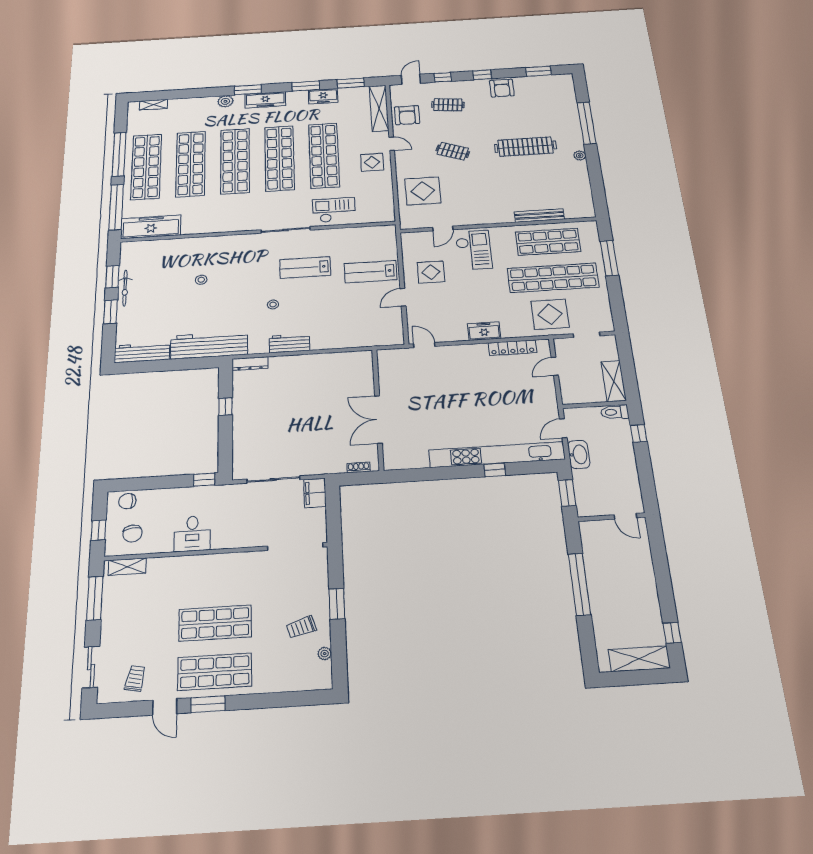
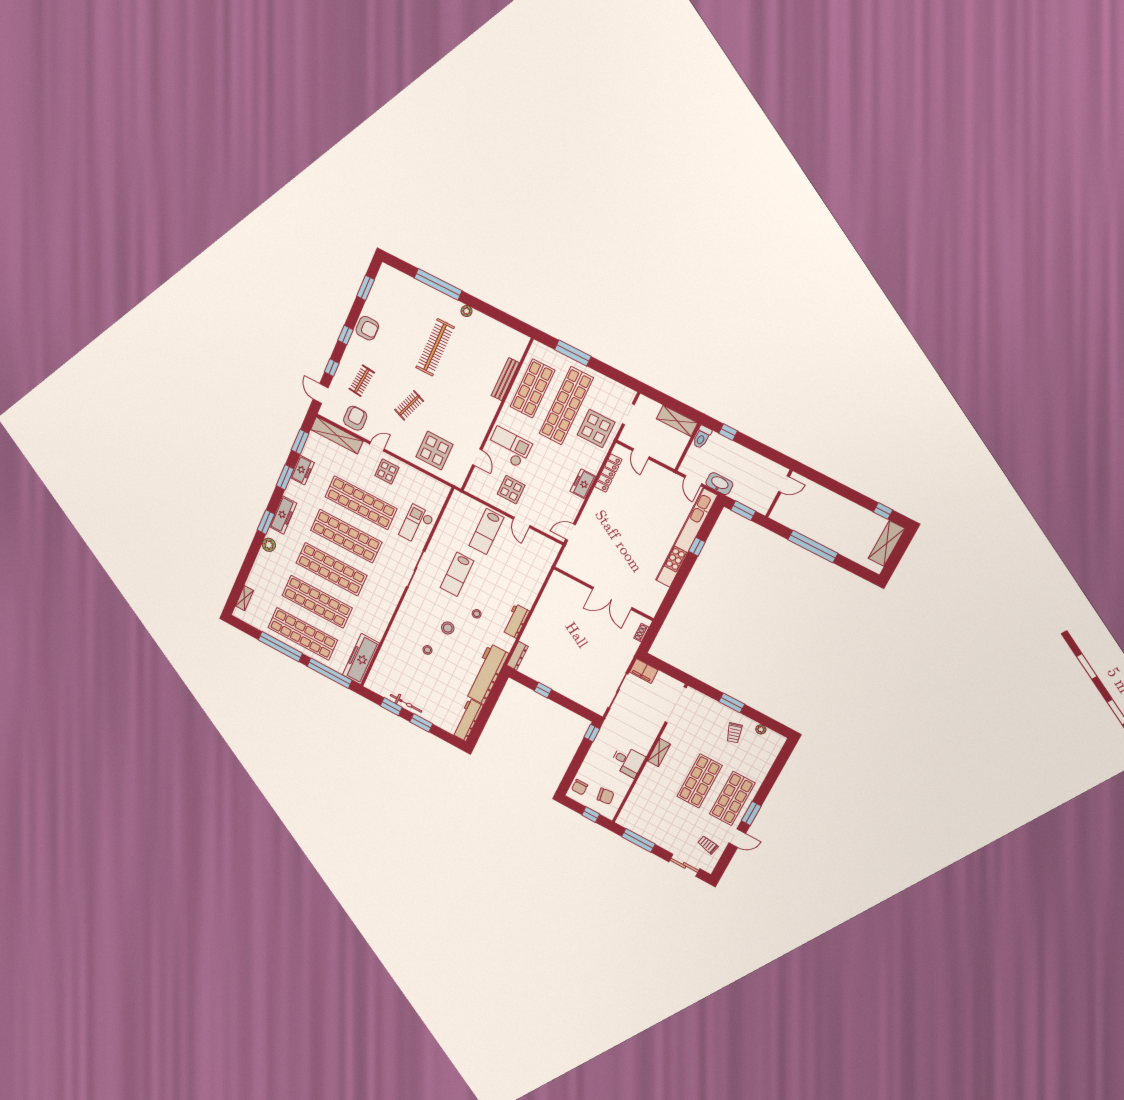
armchair: (407, 115) -> (355, 418), turned -90
stool: (239, 286) -> (448, 628), added
shelving: (127, 567) -> (659, 753), moved

